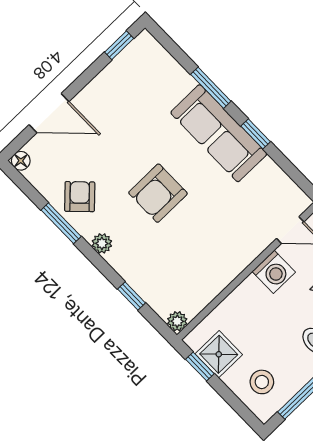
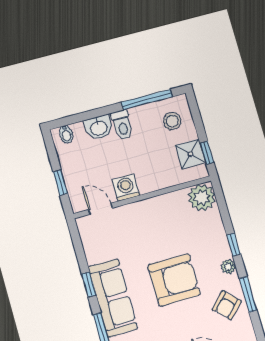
armchair: (158, 193) -> (174, 280), width x1.36, depth x1.36
window: (131, 296) -> (234, 244), moved
plant: (177, 321) -> (202, 198), width x1.88, depth x1.88

